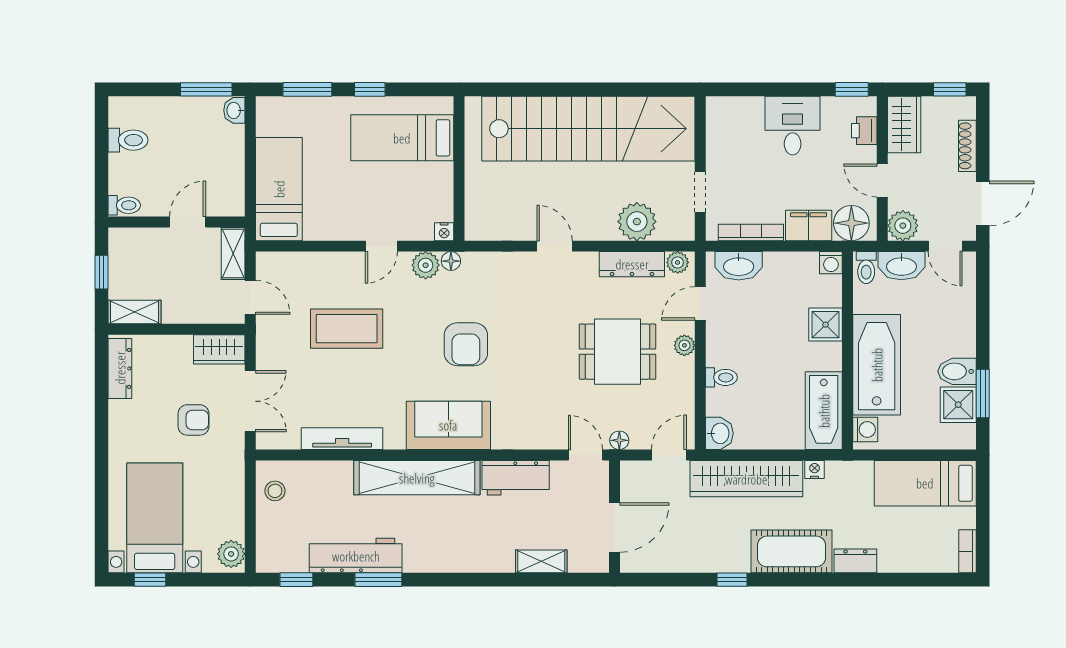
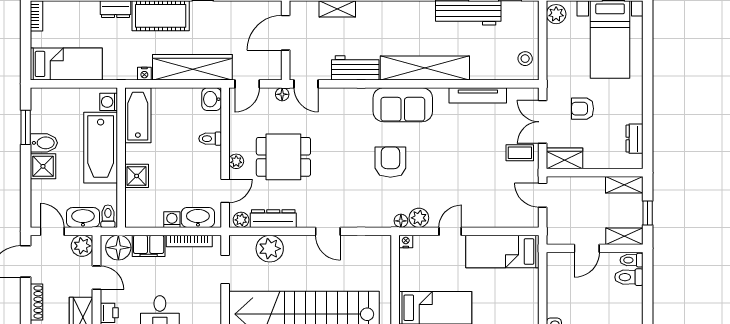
toilet: (128, 140) -> (629, 277), moved
bed: (279, 189) -> (502, 251), moved, turned 90
shelving: (233, 254) -> (624, 236), moved, turned 90
washing machine: (831, 263) -> (172, 220), moved
coffee table: (347, 329) -> (520, 153), moved, width x0.54, depth x0.58
dresser: (120, 368) -> (635, 139), width x0.70
shower: (958, 405) -> (43, 166), moved

